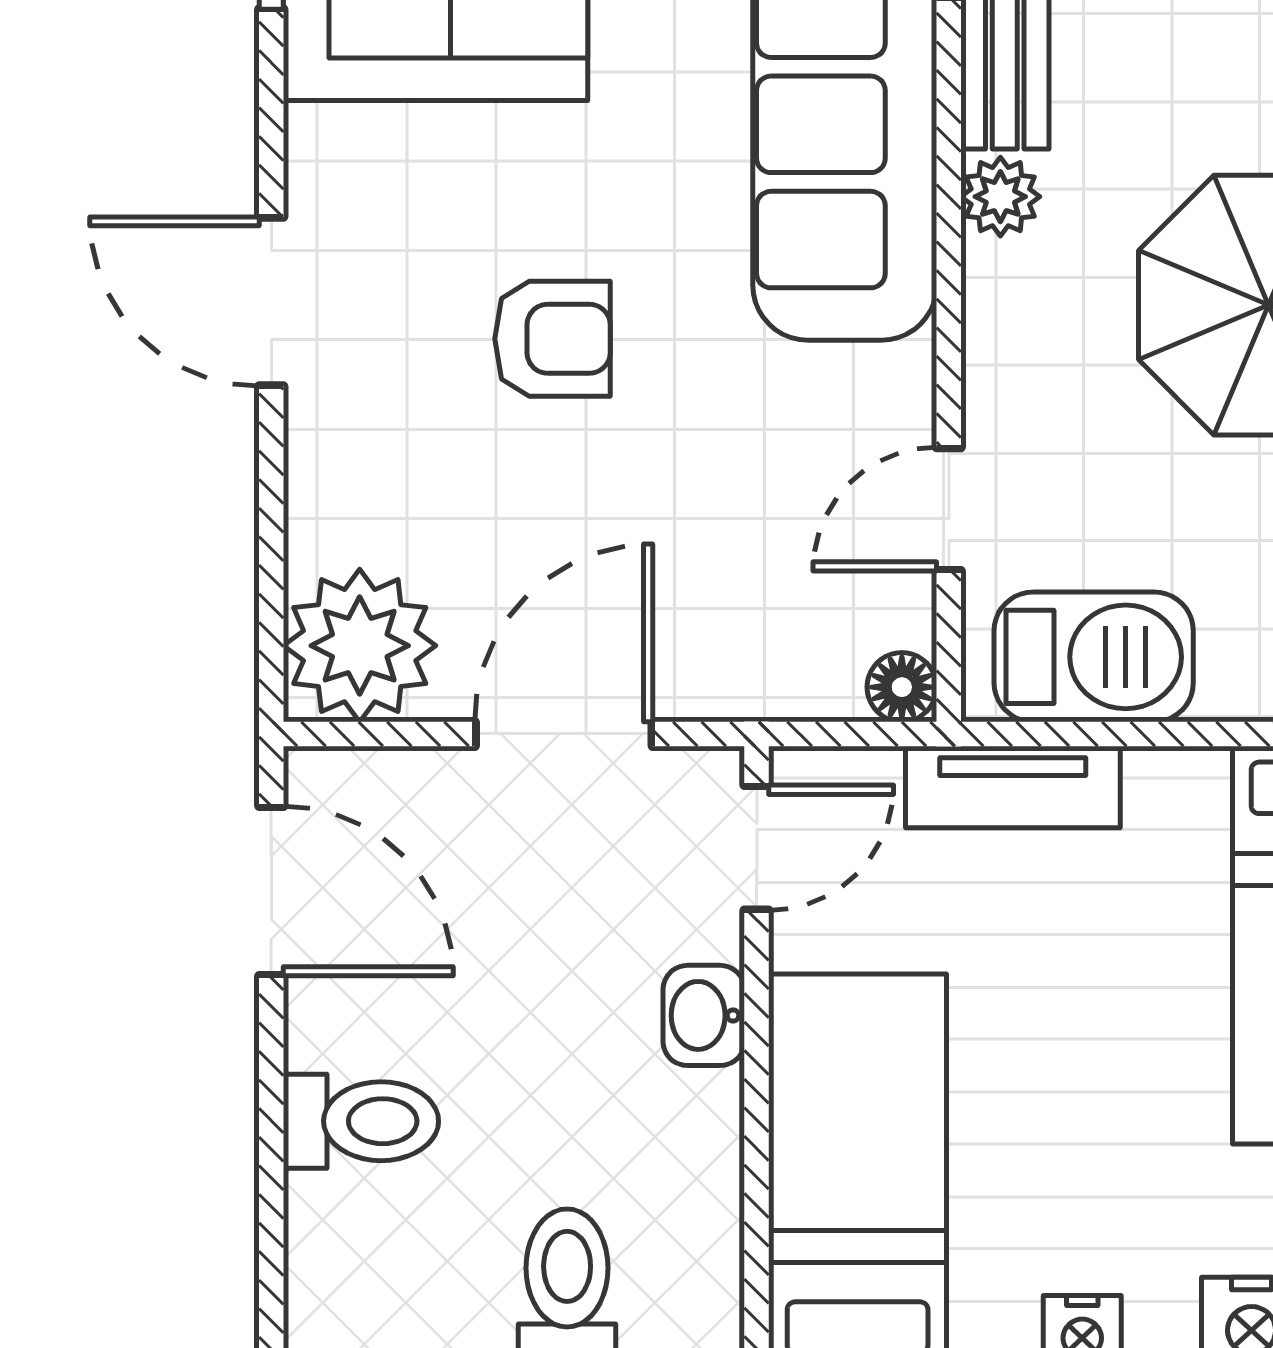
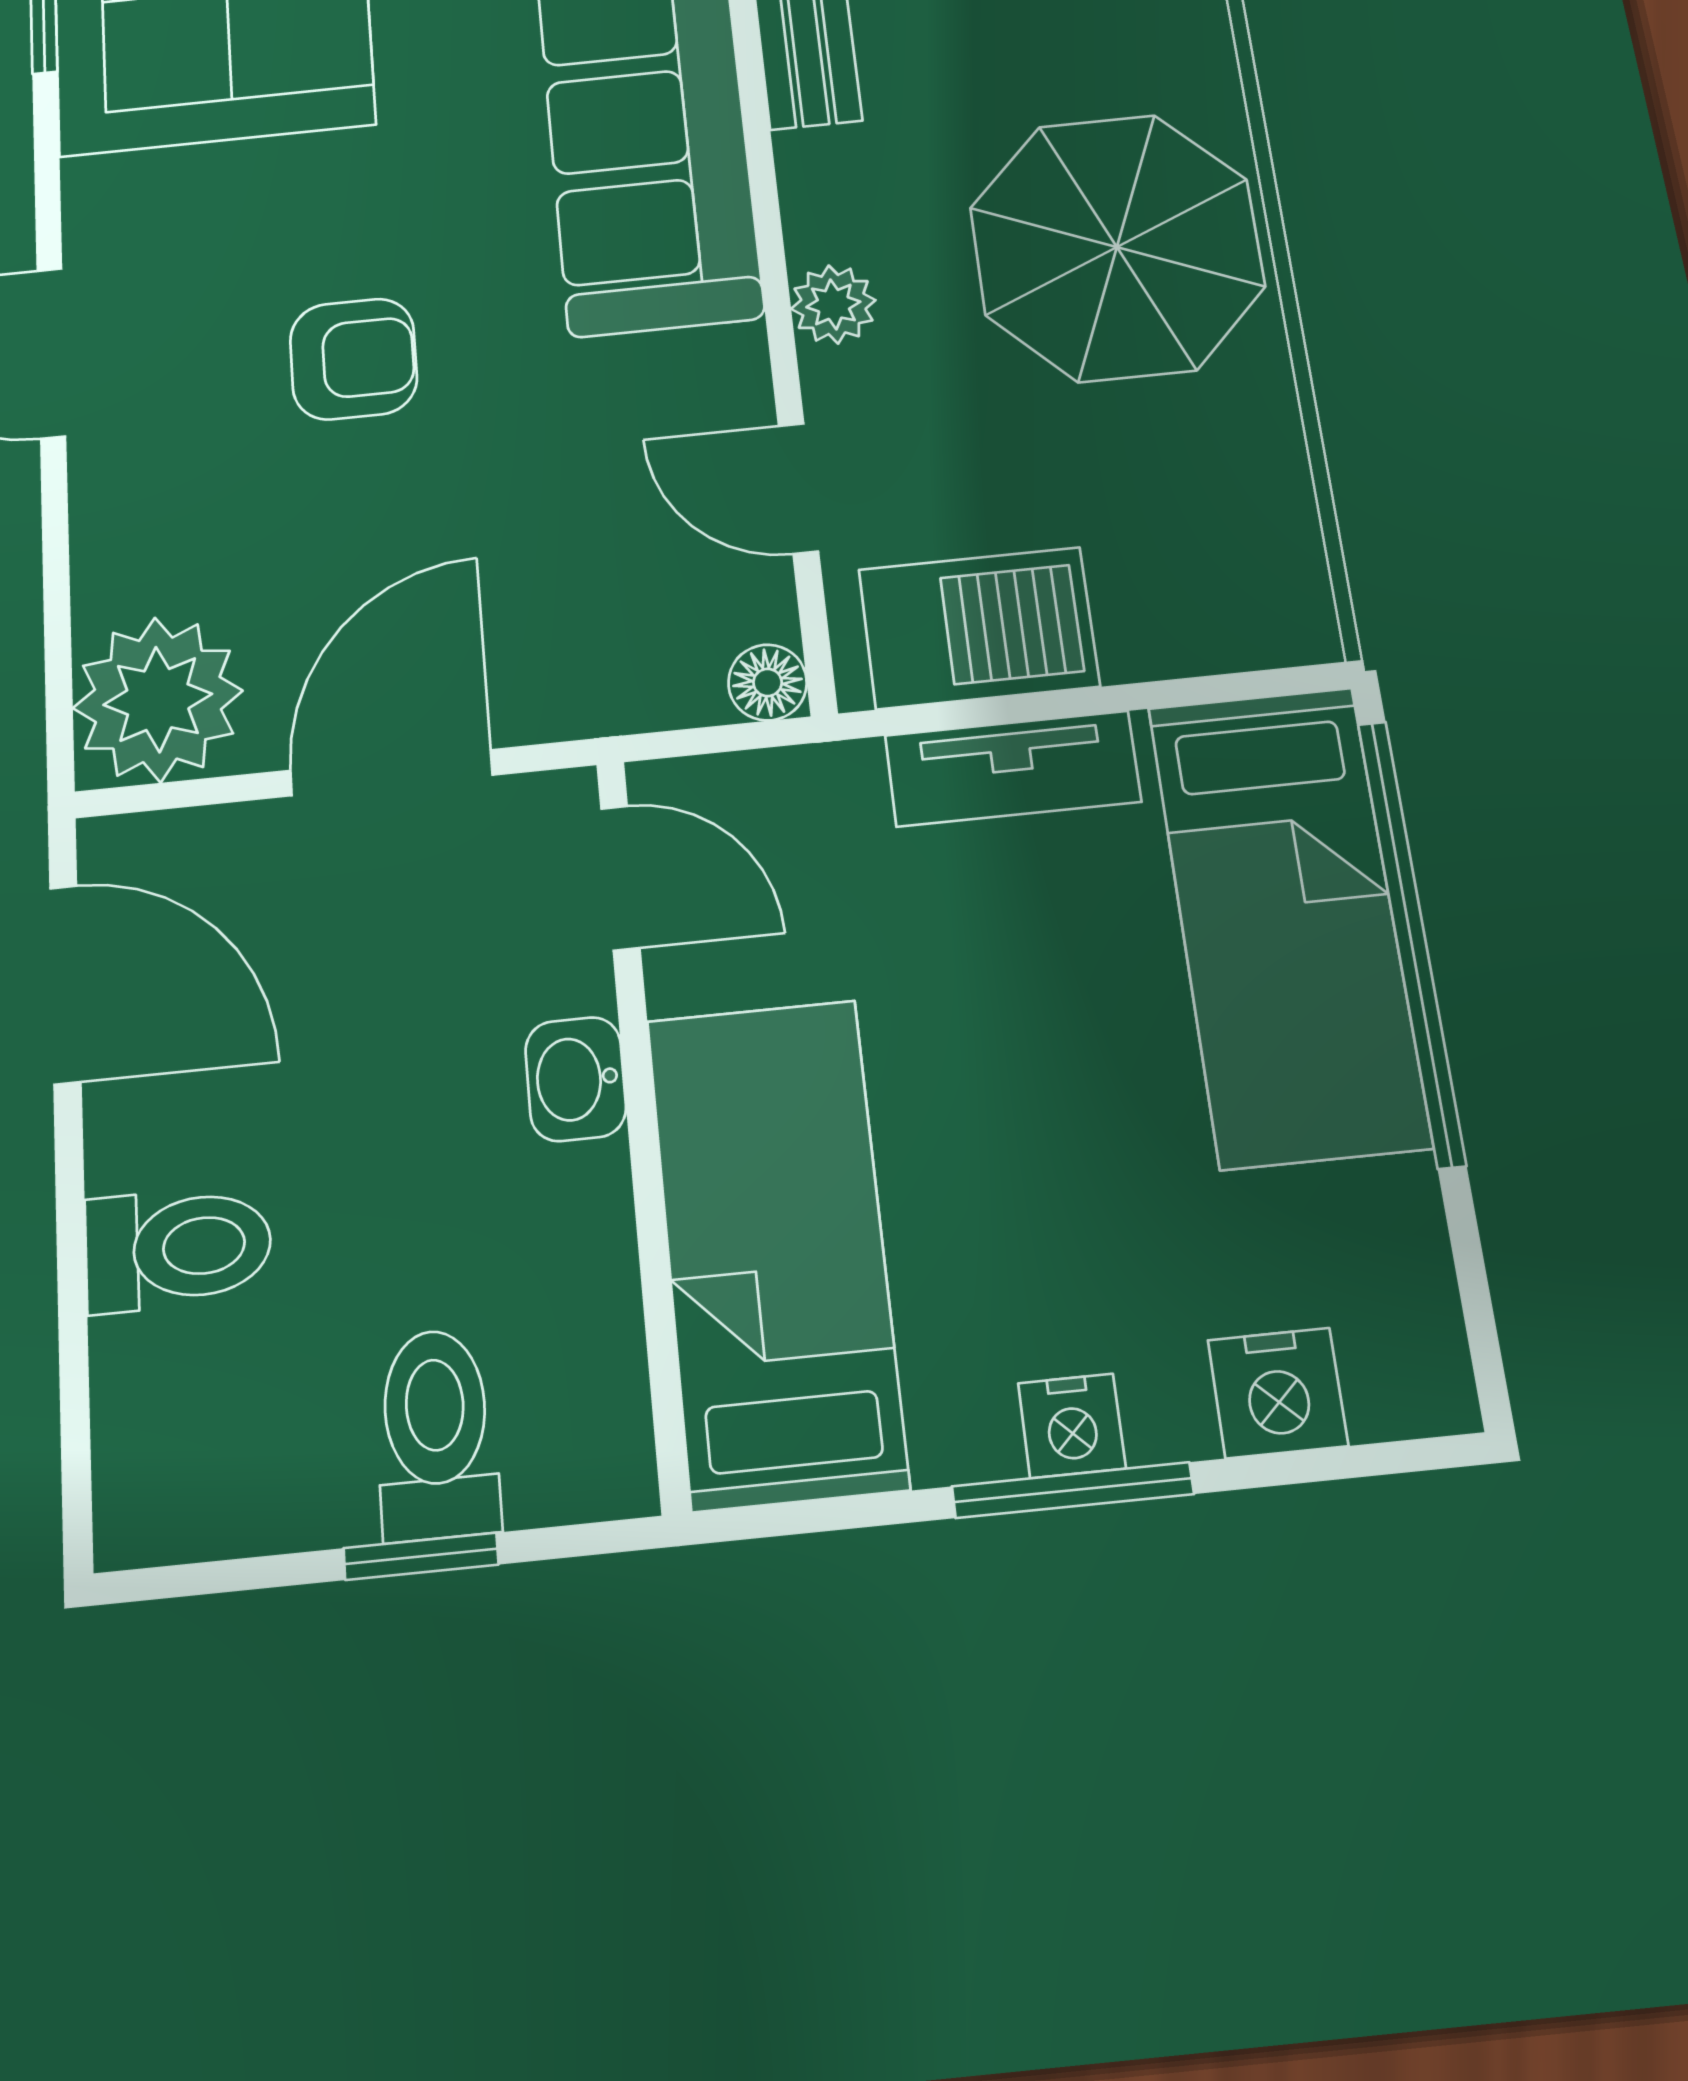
plant: (1000, 197) -> (833, 304), moved
door: (949, 509) -> (798, 488), hinge flipped
tv unit: (1013, 787) -> (1013, 769), moved
door: (757, 848) -> (620, 878), hinge flipped

